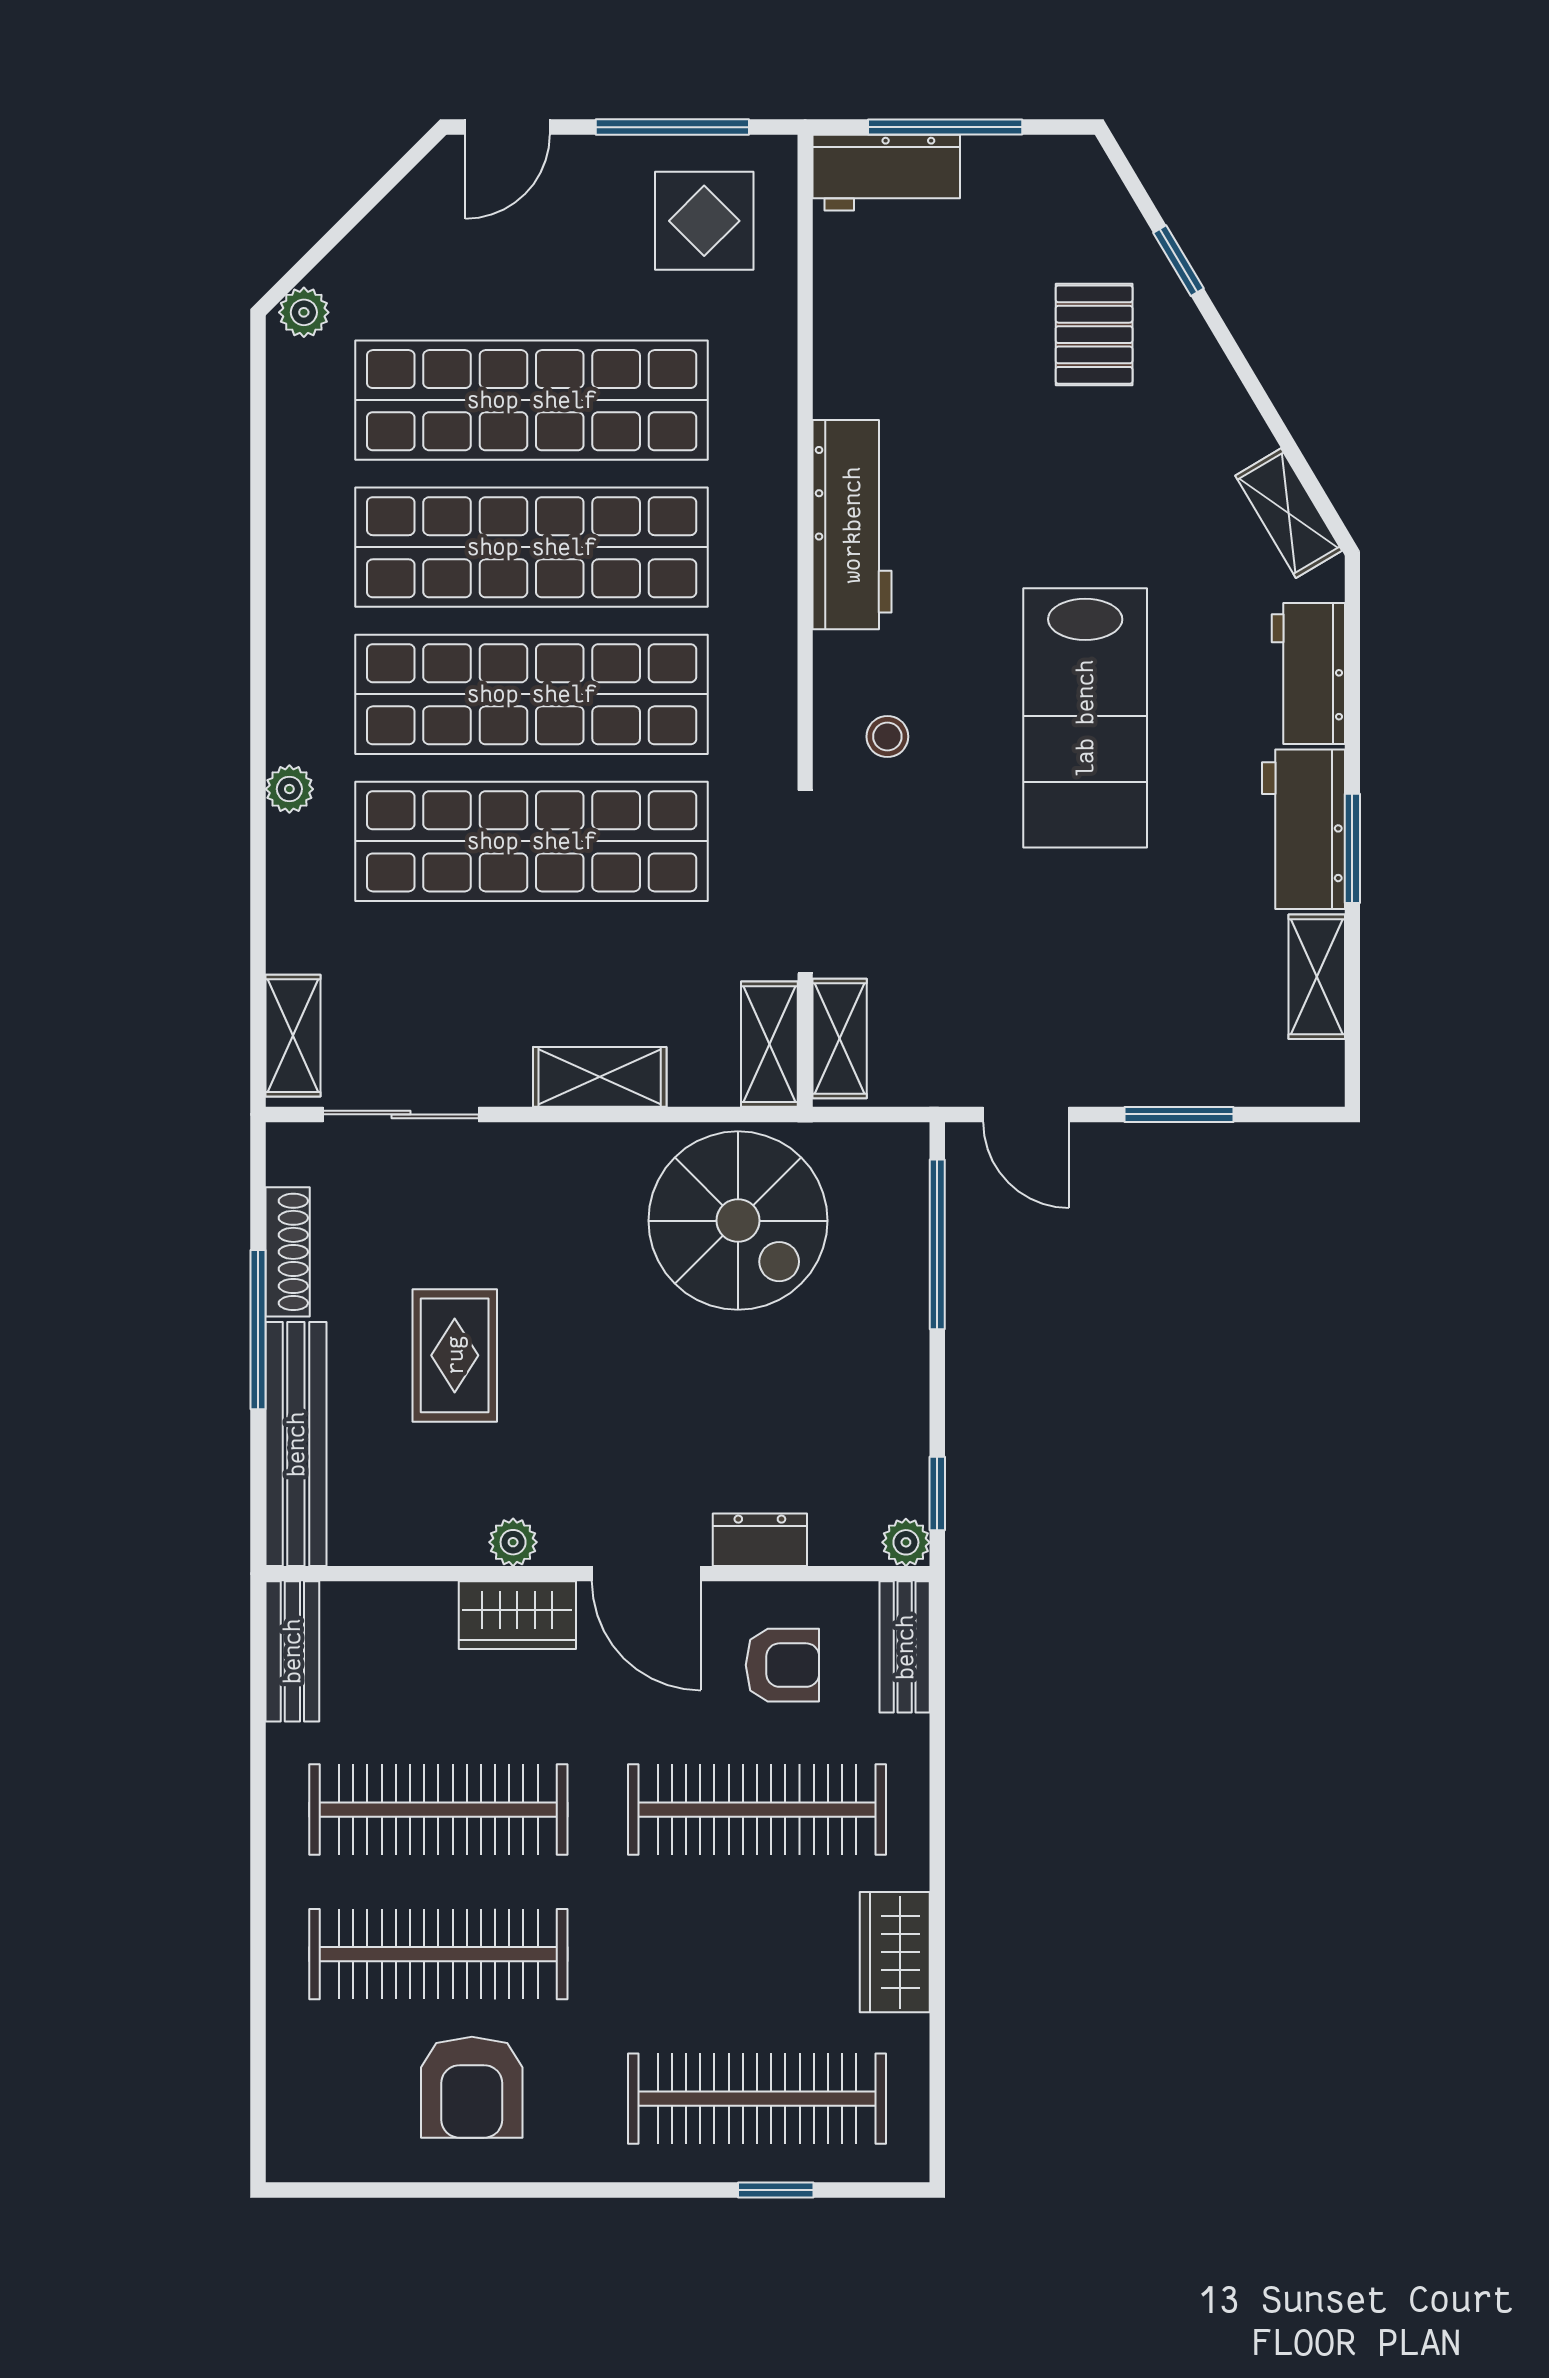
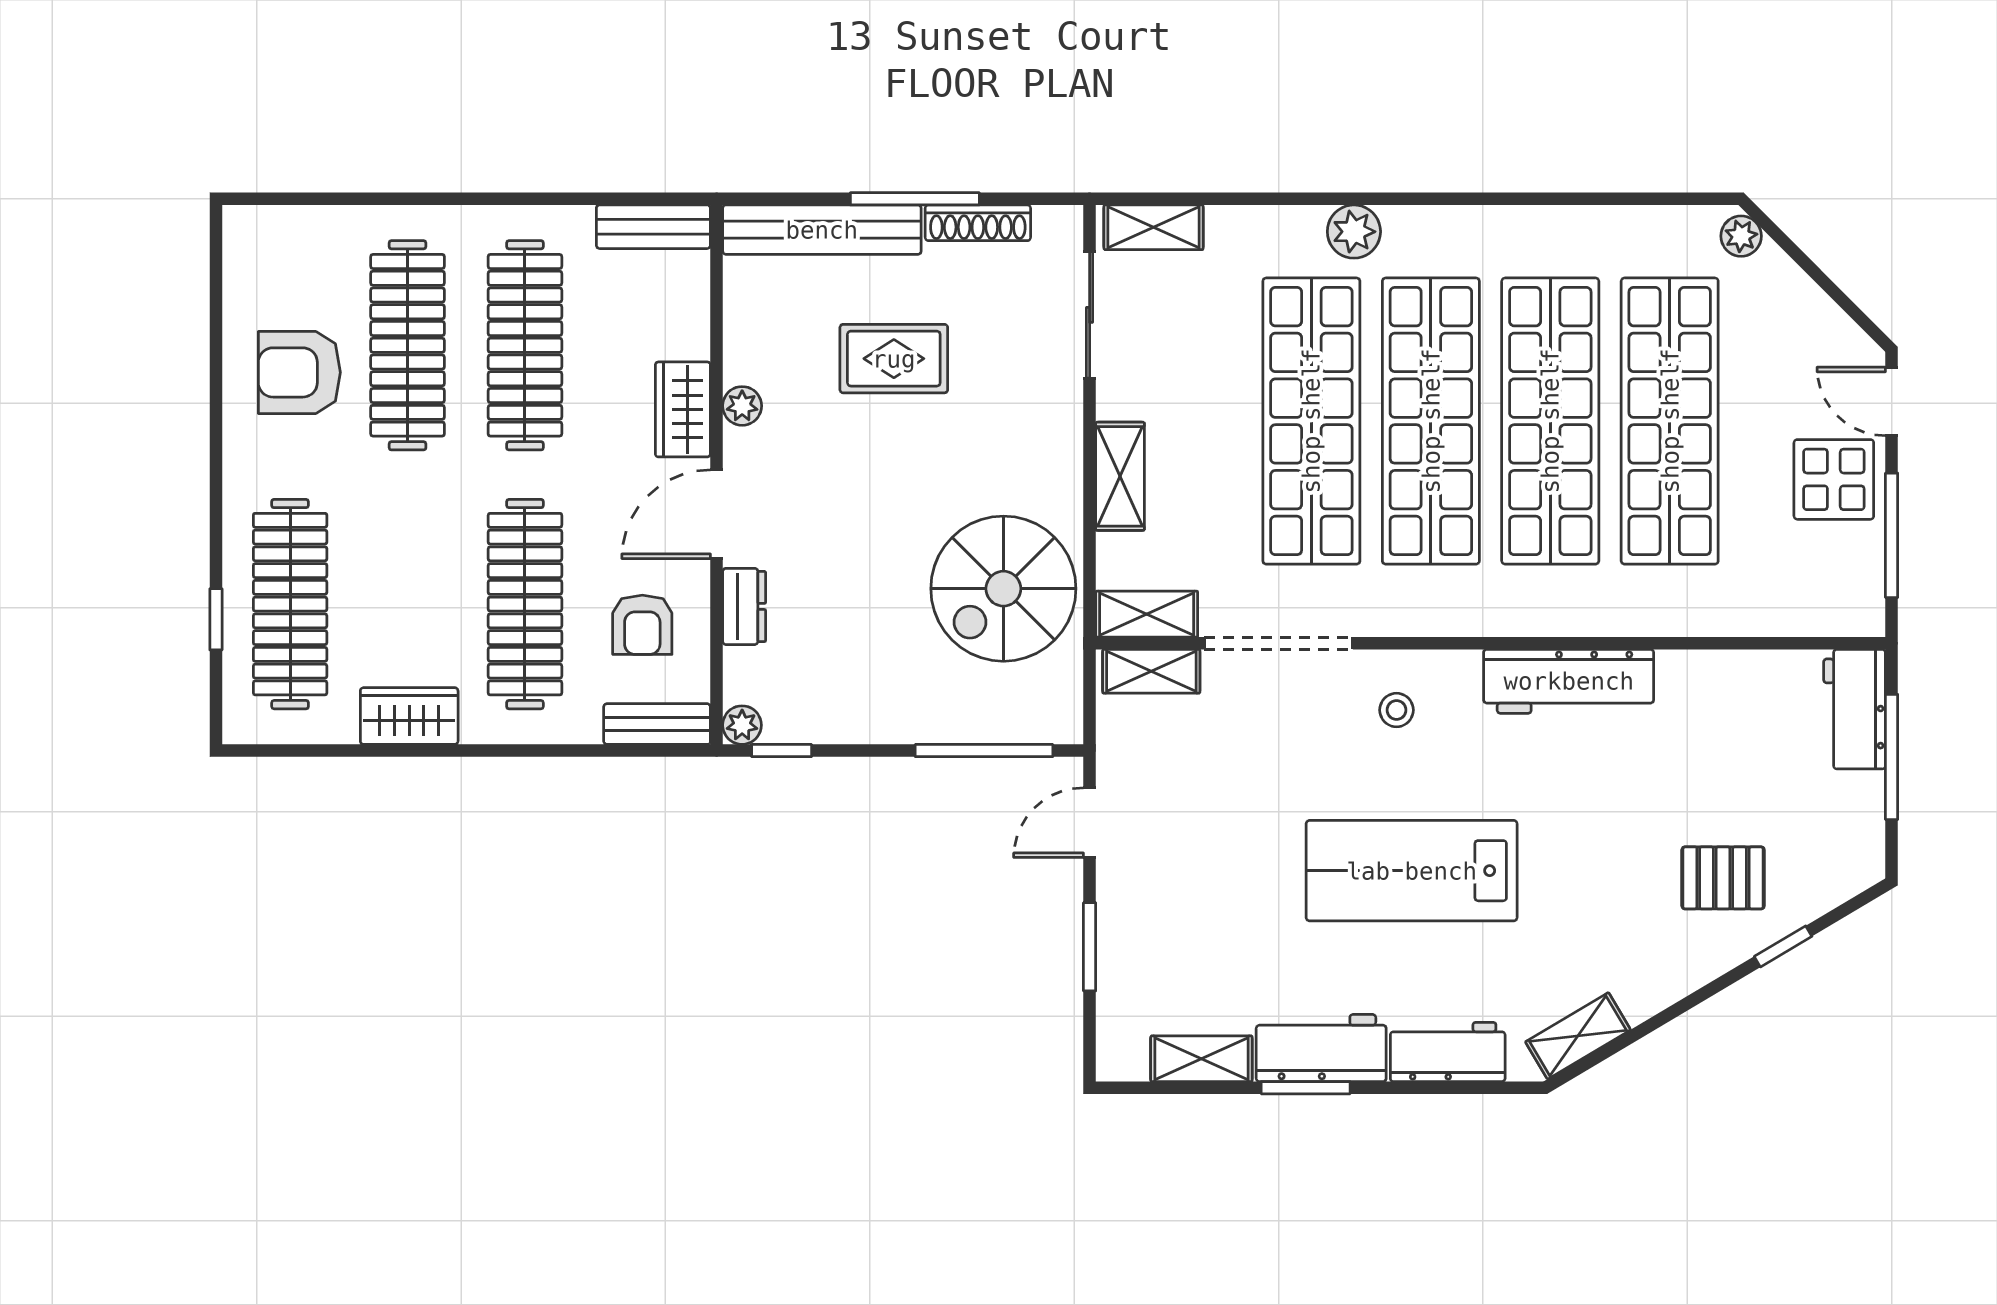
display table: (704, 221) -> (1834, 479), moved
plant: (289, 789) -> (1354, 232), width x1.38, depth x1.38

